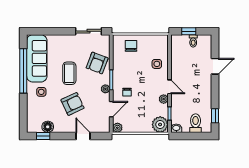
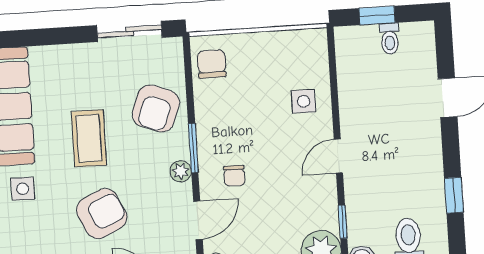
chair: (131, 46) -> (212, 64), moved
door: (169, 87) -> (338, 156), swing flipped
plant: (164, 99) -> (326, 187), removed
window: (215, 116) -> (454, 195), moved

